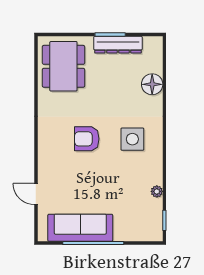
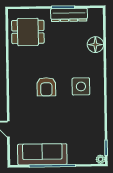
dining table: (63, 66) -> (28, 32), width x0.73
armchair: (87, 139) -> (46, 87), turned -90
plant: (157, 191) -> (101, 159), moved

